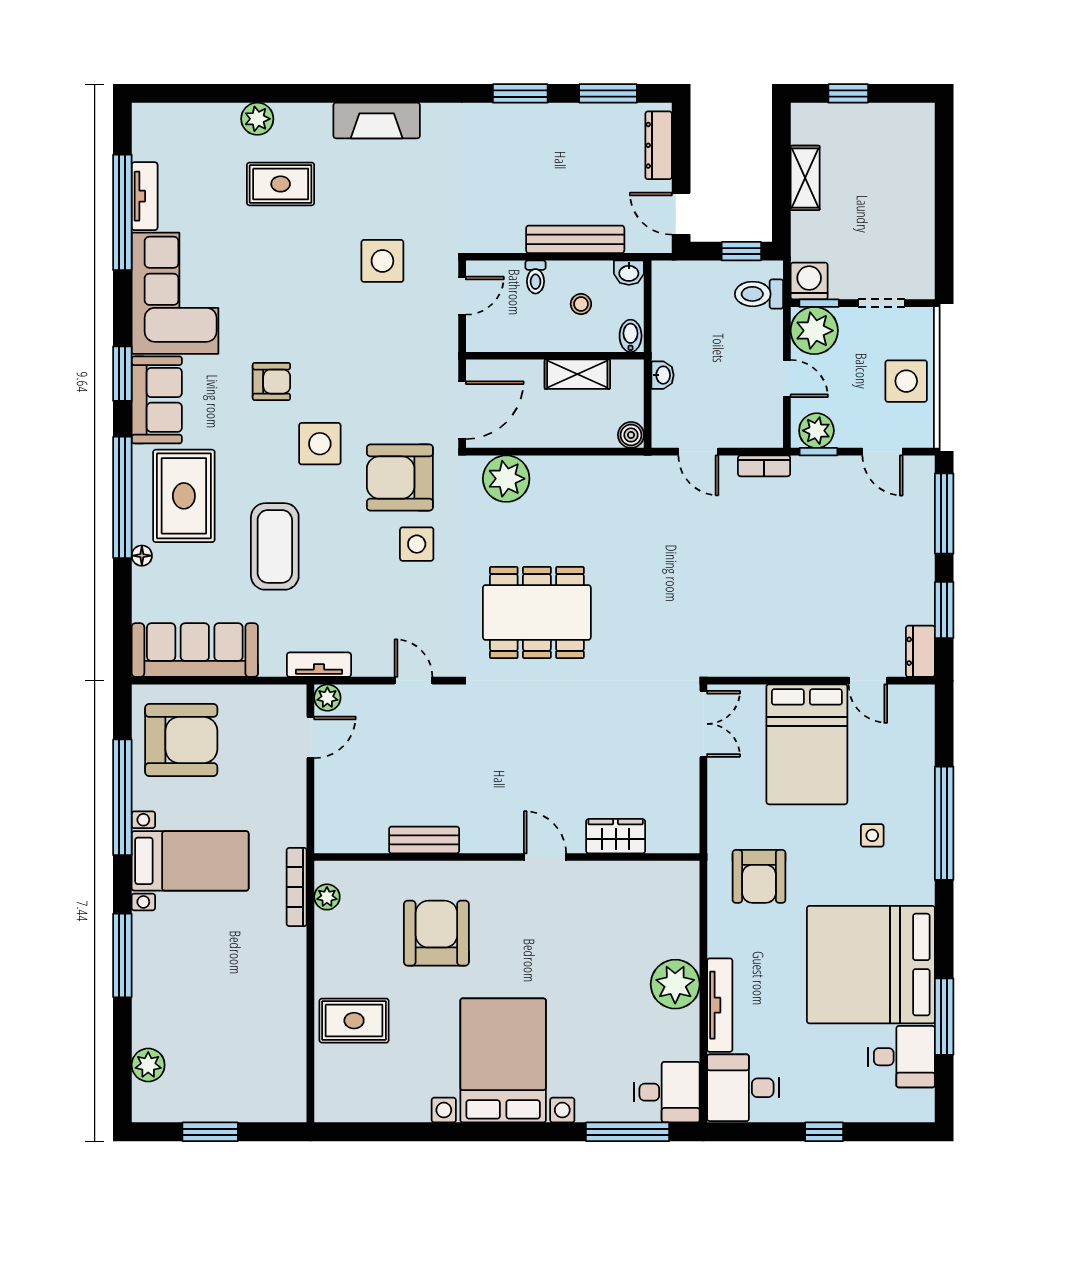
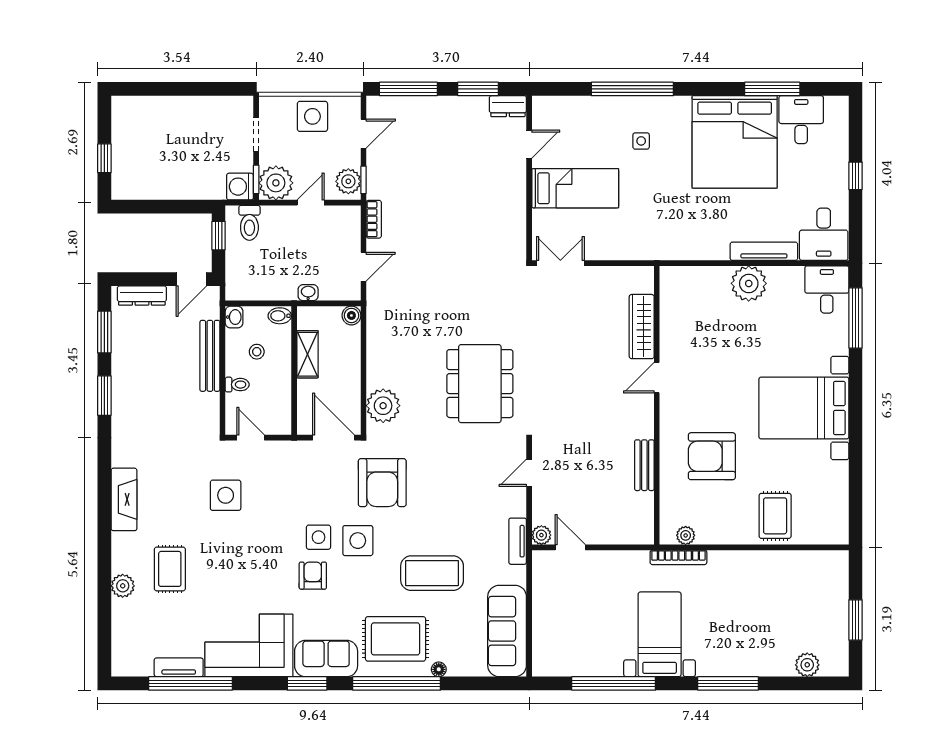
shelving: (805, 178) -> (166, 189), removed
side table: (417, 544) -> (318, 537), moved
armchair: (181, 740) -> (572, 641), removed
bed: (807, 744) -> (575, 188), width x0.67
wardrobe: (616, 836) -> (642, 327), width x1.50
armchair: (759, 876) -> (671, 223), removed

